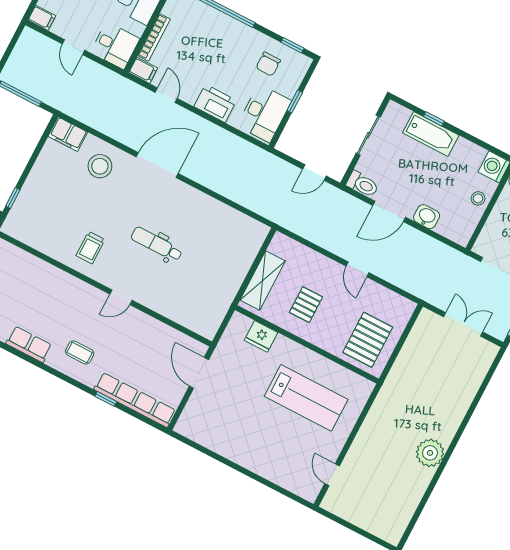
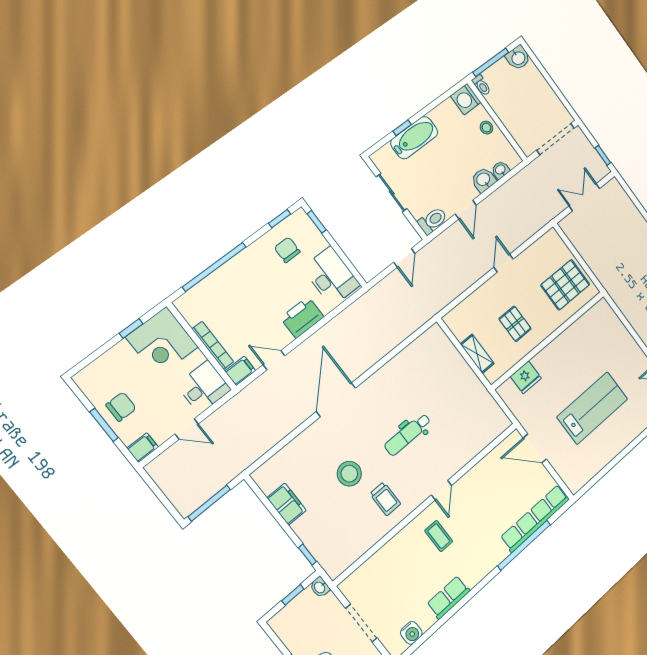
chair: (268, 64) -> (287, 250), turned 180
window: (295, 102) -> (317, 222), moved
filing cabinet: (68, 134) -> (287, 504), moved, turned -90
stool: (100, 166) -> (349, 474), moved
door: (389, 211) -> (466, 210), width x0.73
washbasin: (445, 229) -> (500, 170), added
door: (358, 269) -> (504, 263), swing flipped
shelving: (263, 281) -> (477, 354), width x0.67, depth x0.75
pallet: (368, 340) -> (565, 285), turned 90
coffee table: (80, 352) -> (439, 536), moved, turned 90
lab bench: (306, 398) -> (592, 408), moved
window: (106, 399) -> (524, 545), width x3.17

